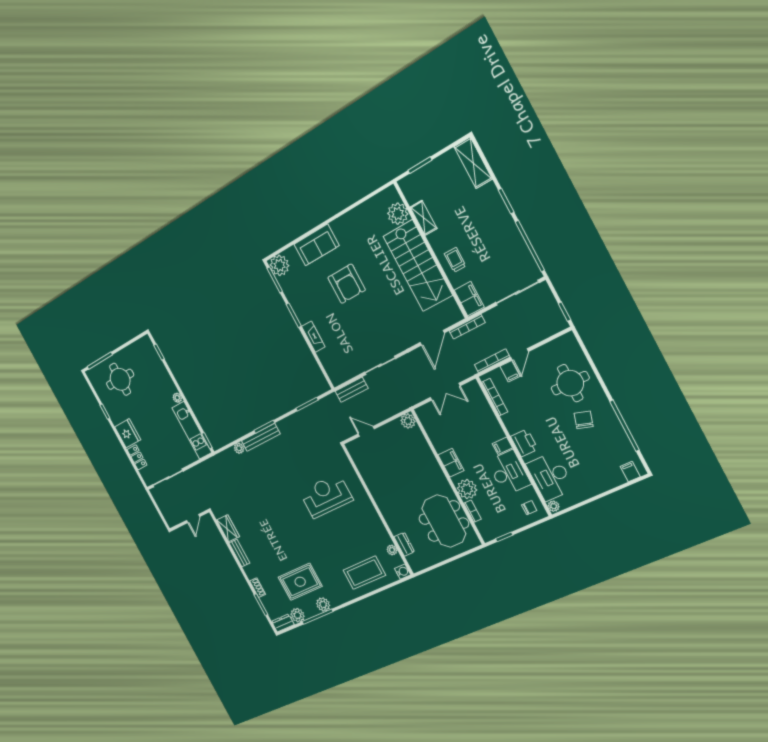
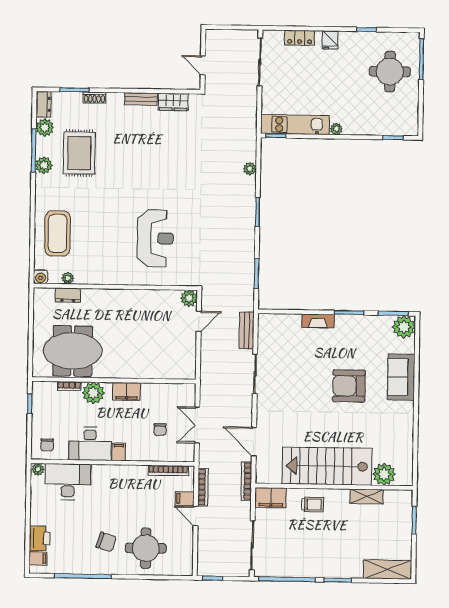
plant: (408, 421) -> (189, 298), moved
chair: (466, 421) -> (160, 430), added
fridge: (128, 433) -> (330, 40), width x0.53, depth x0.75
bench: (261, 437) -> (249, 201), removed
printer: (524, 443) -> (40, 538), moved, turned -90

